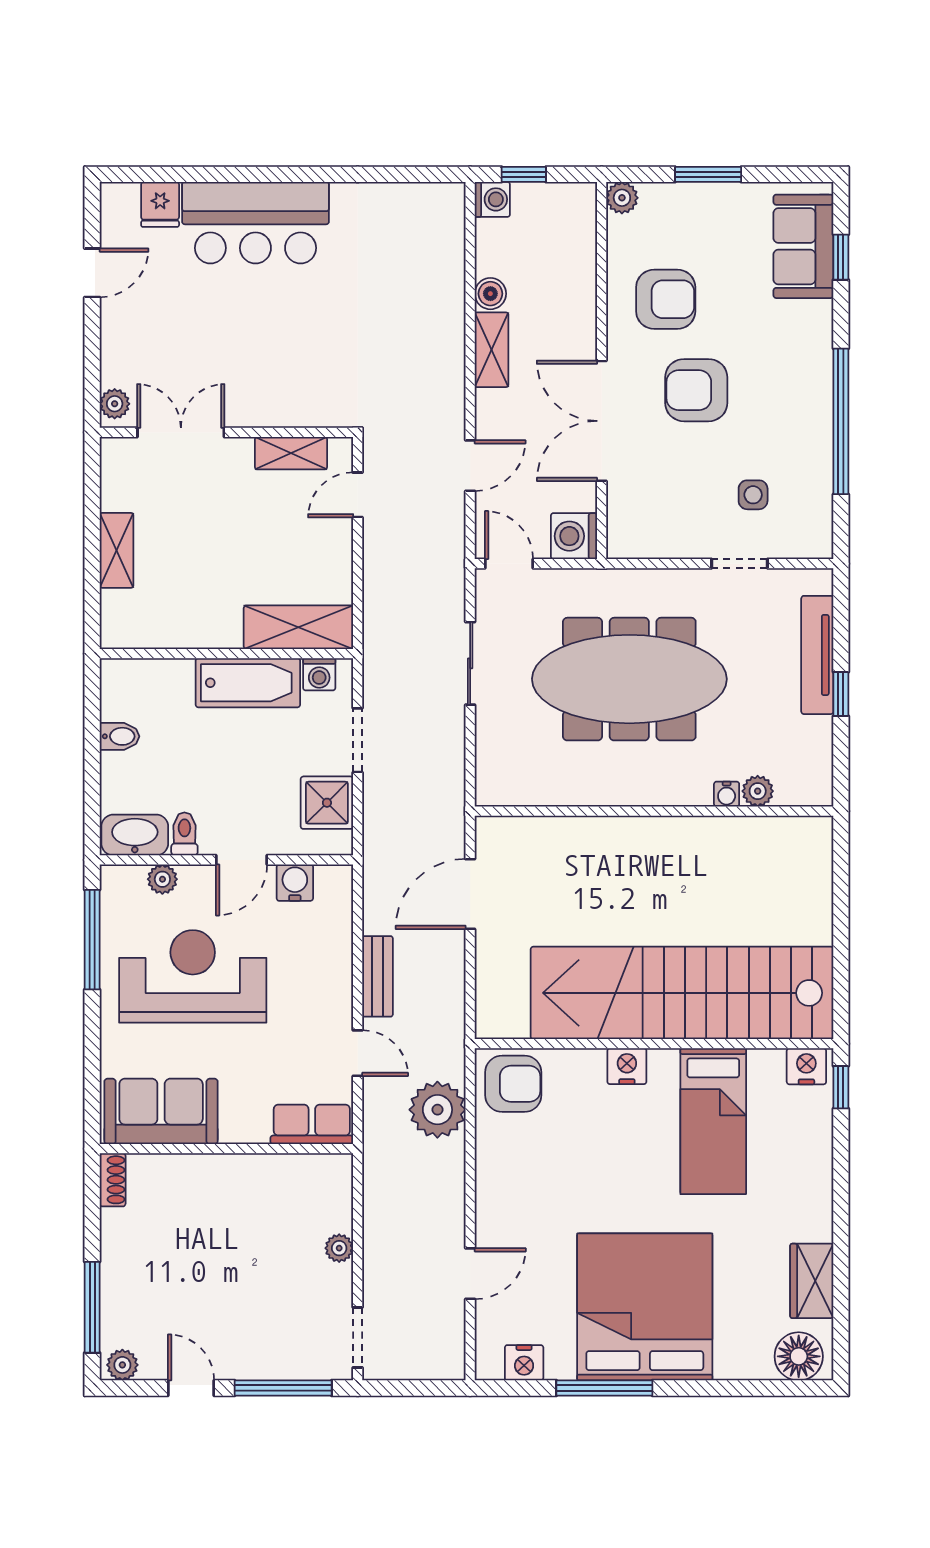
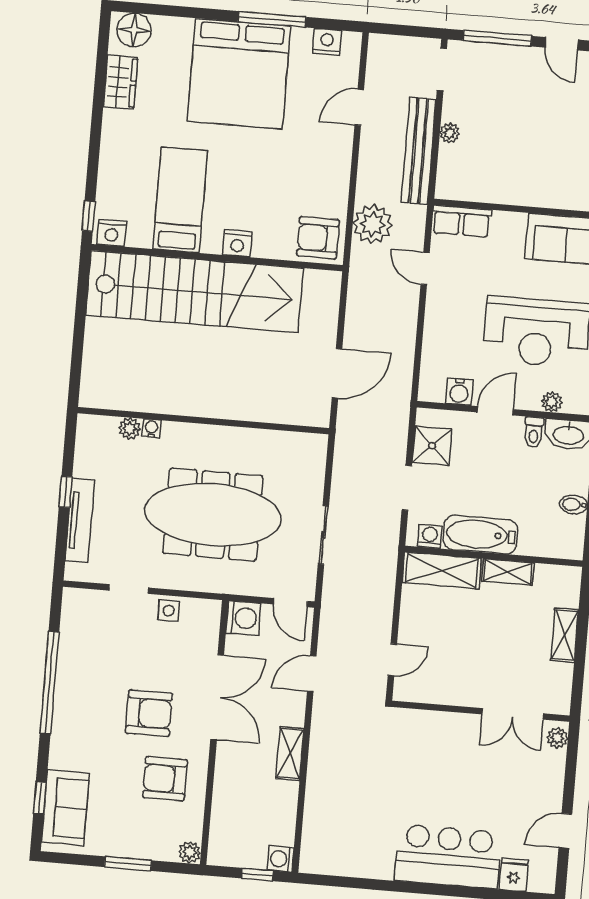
boiler: (490, 294) -> (288, 793), removed
shelving: (291, 453) -> (508, 572), moved
side table: (753, 495) -> (169, 611), moved
bench: (378, 976) -> (419, 151), moved, width x1.86, depth x1.21

